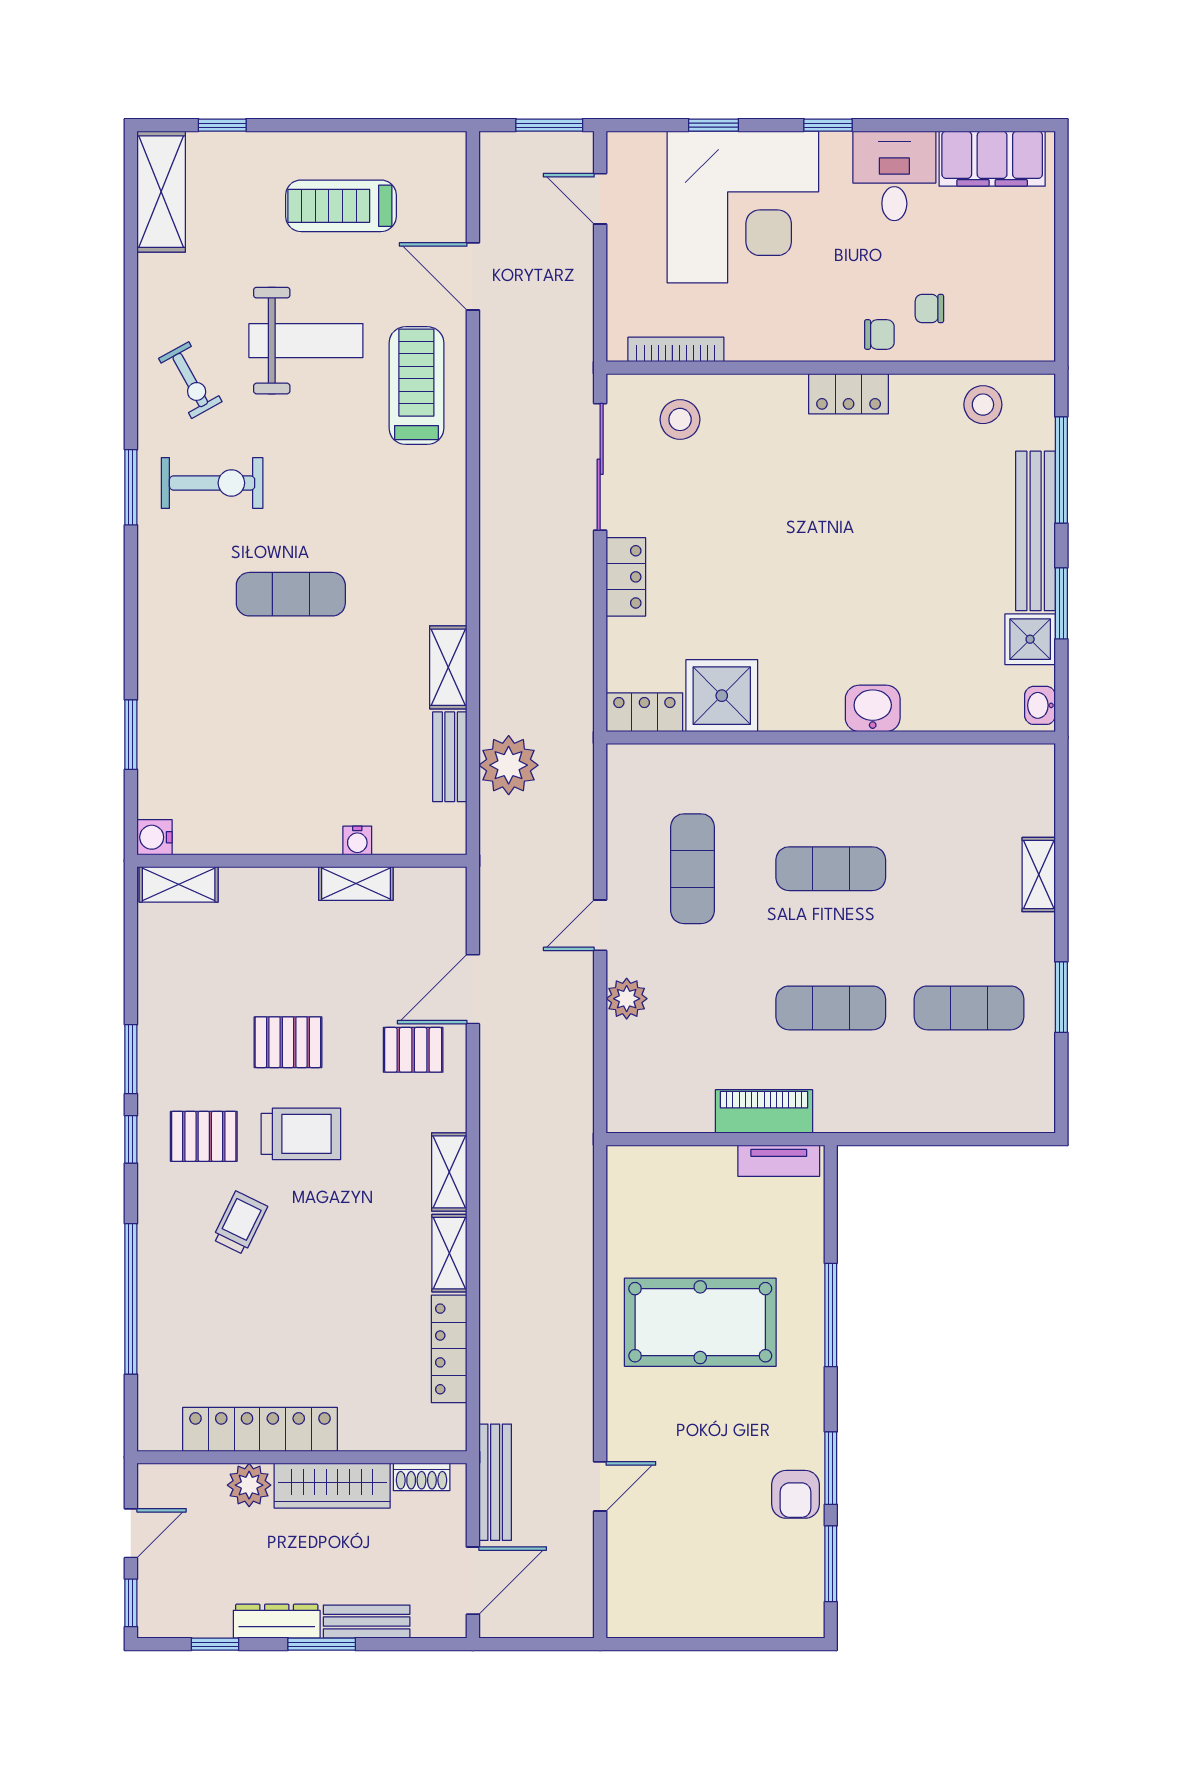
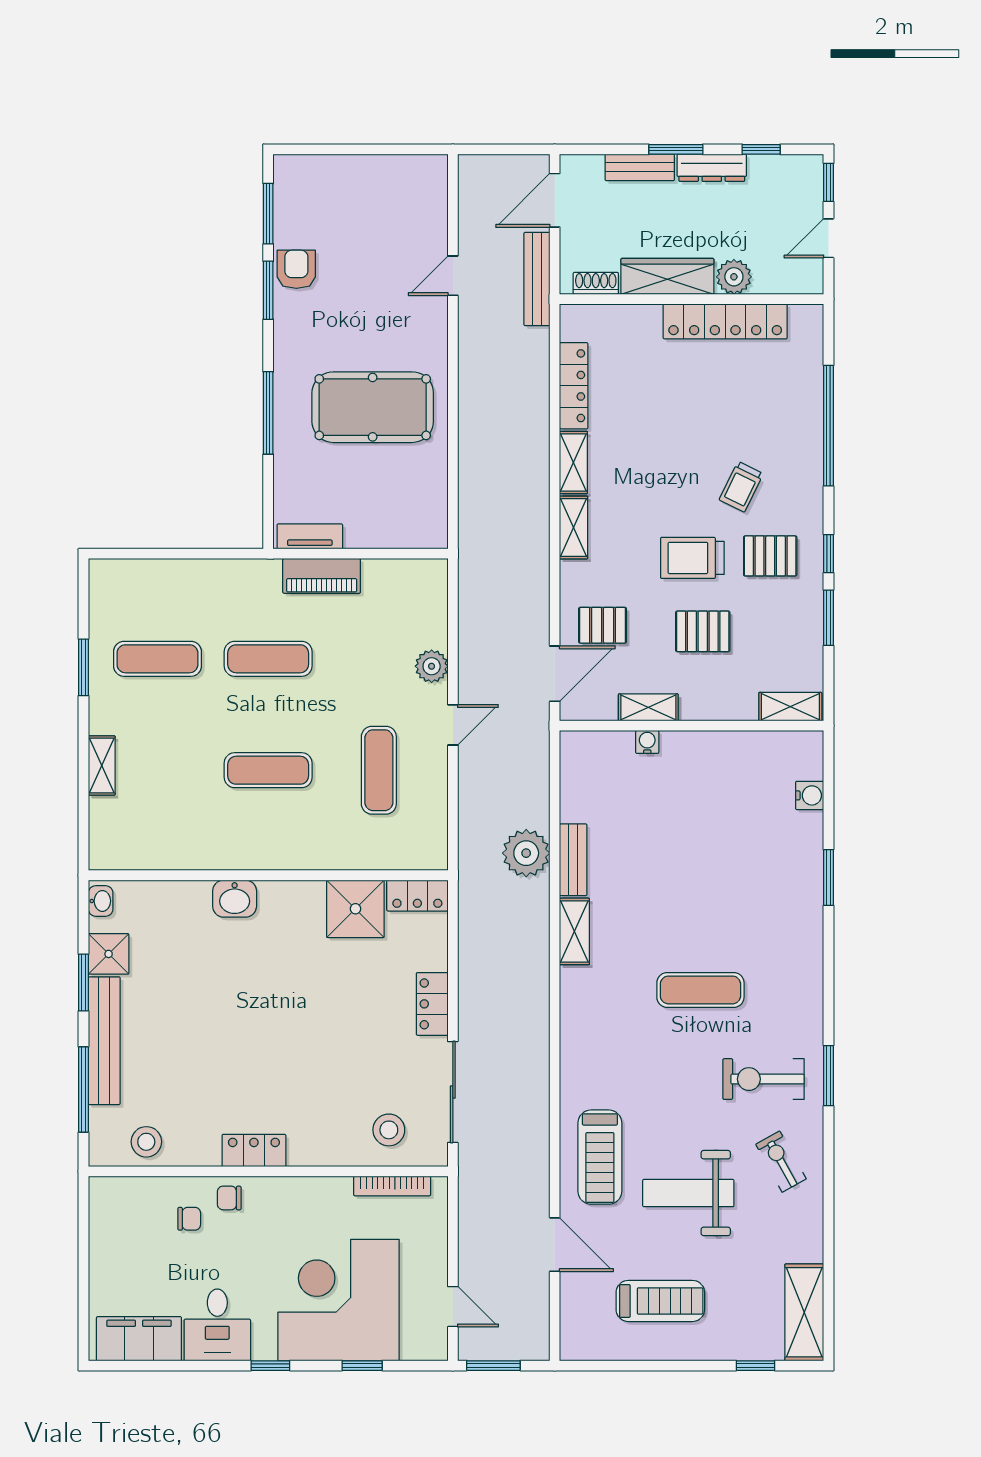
water cooler: (357, 840) -> (647, 742), moved
wall: (302, 861) -> (692, 726), moved
shelving: (179, 884) -> (790, 707), moved
shelving: (356, 884) -> (648, 707), moved

